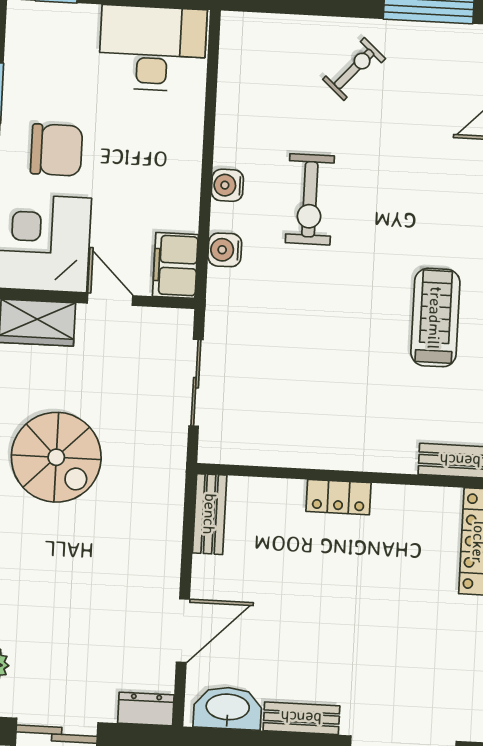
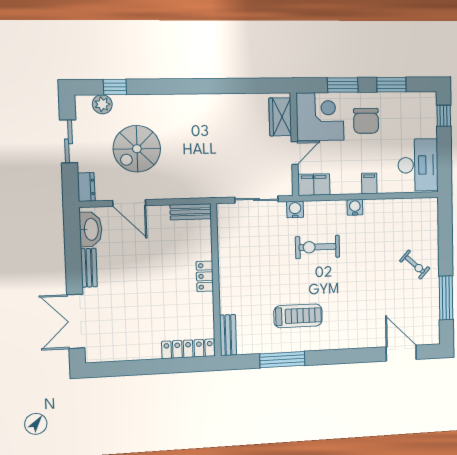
filing cabinet: (182, 152) -> (369, 183), added
exercise bike: (310, 199) -> (317, 247), moved
water cooler: (225, 250) -> (295, 209), moved
spiral stairs: (56, 457) -> (137, 149), moved

